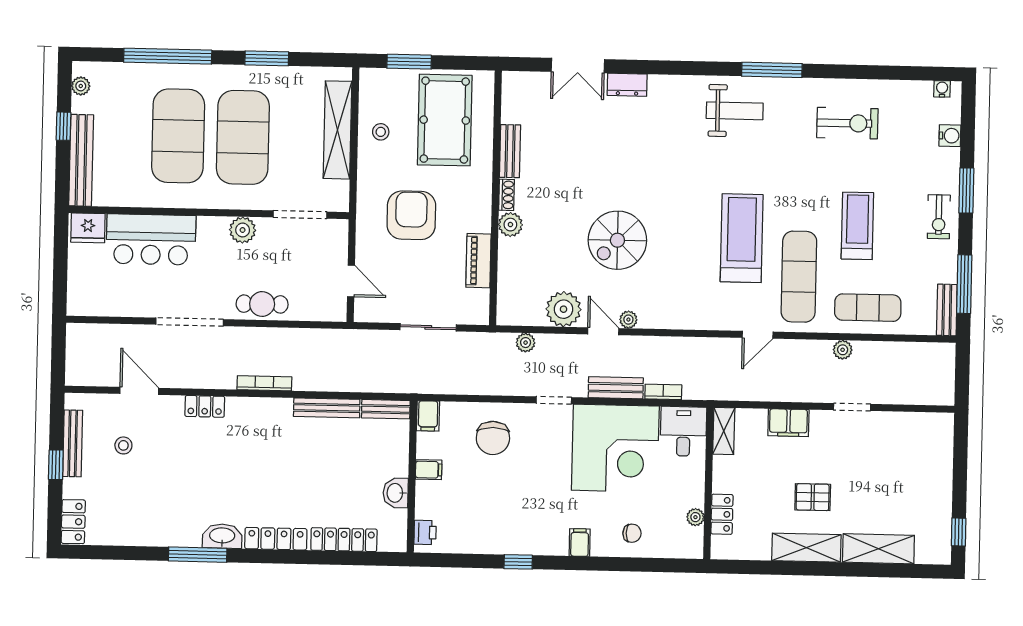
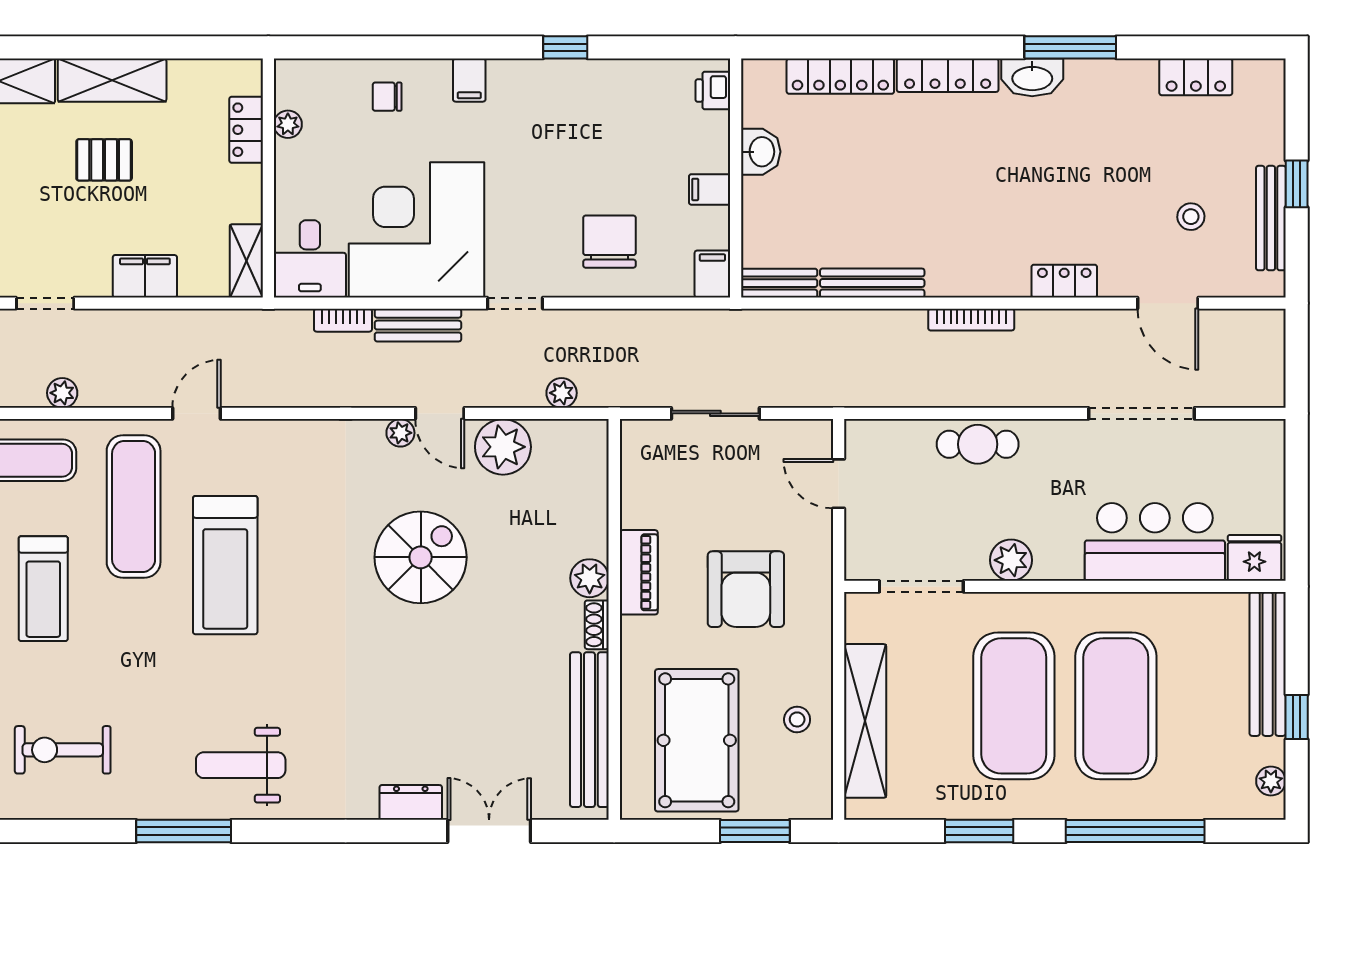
bench: (510, 151) -> (589, 730), width x1.86, depth x1.21
piano: (478, 261) -> (639, 572), moved
doorway: (190, 322) -> (1141, 413), moved
locker: (73, 522) -> (1196, 77), moved, turned -90

